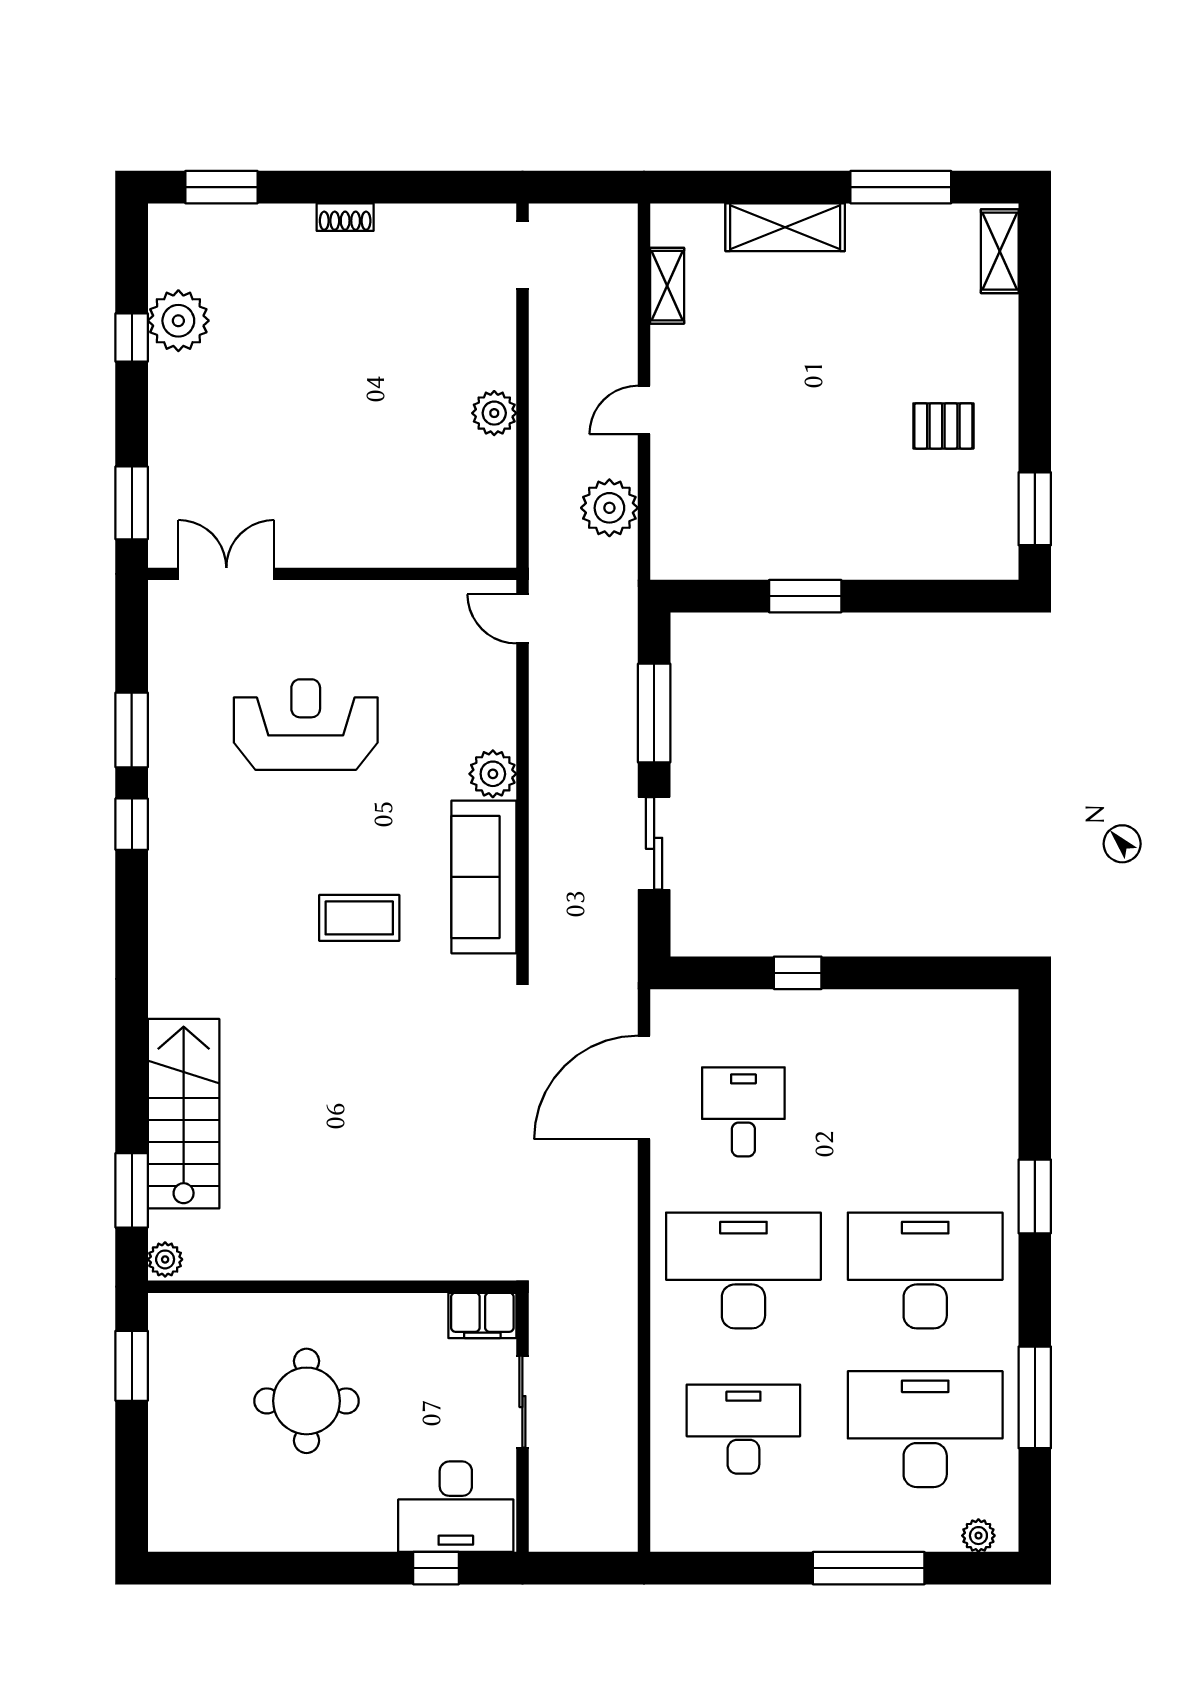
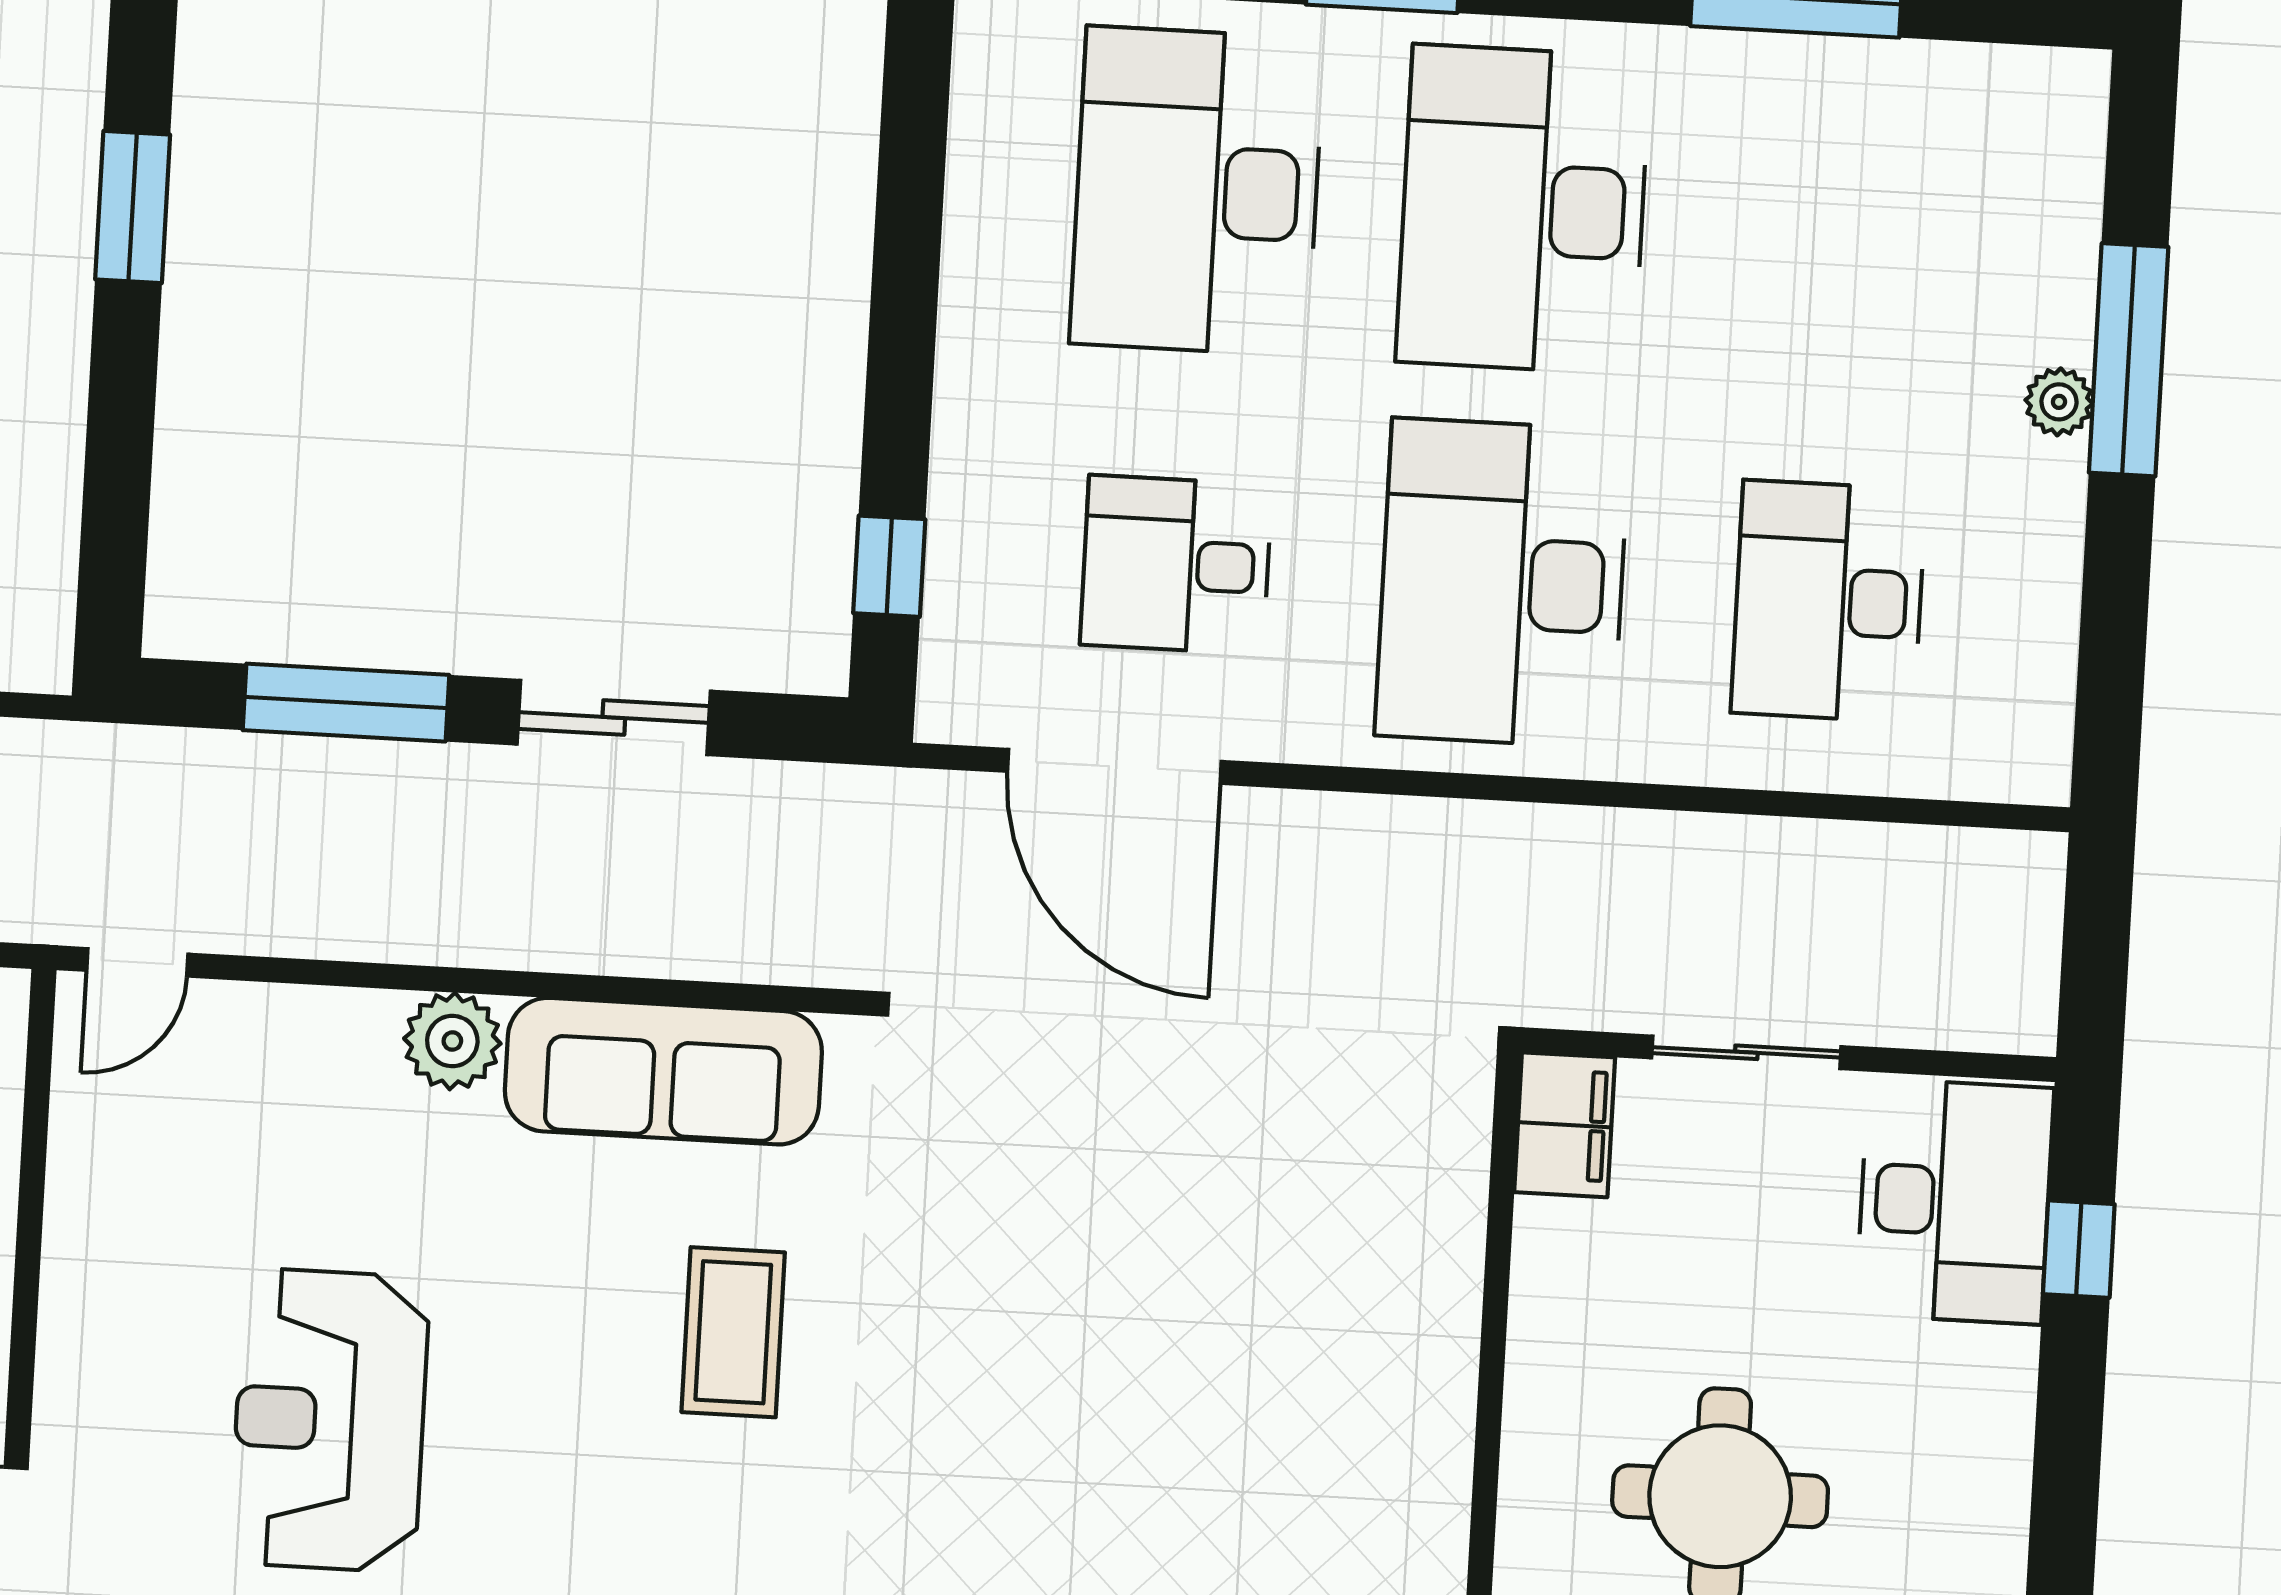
window: (805, 596) -> (133, 207), moved
window: (798, 973) -> (889, 566), moved
desk: (925, 1429) -> (1197, 191), moved
plant: (978, 1536) -> (2059, 402), moved

